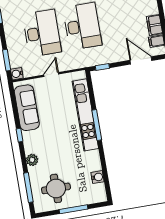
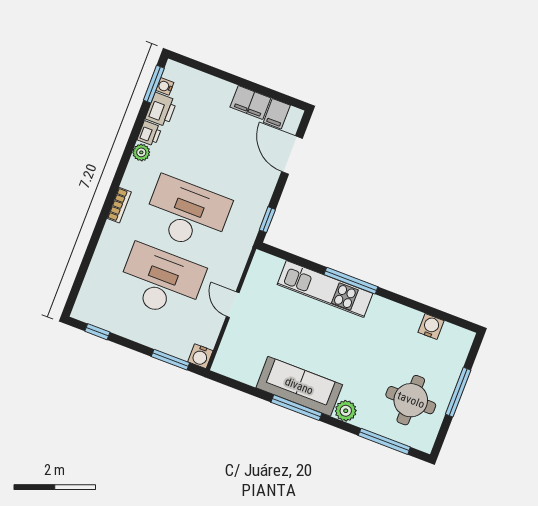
door: (141, 60) -> (292, 155), hinge flipped
sofa: (27, 108) -> (299, 386), moved
kitchen unit: (85, 115) -> (325, 289), width x0.73
window: (19, 135) -> (296, 408), width x2.17

